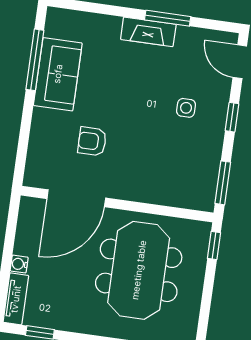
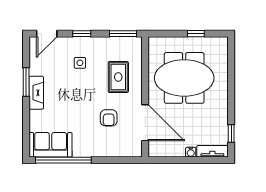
window: (35, 60) -> (63, 160), width x1.46
sofa: (58, 74) -> (51, 145), moved
rug: (155, 166) -> (118, 77), added
window: (214, 246) -> (196, 34), moved

